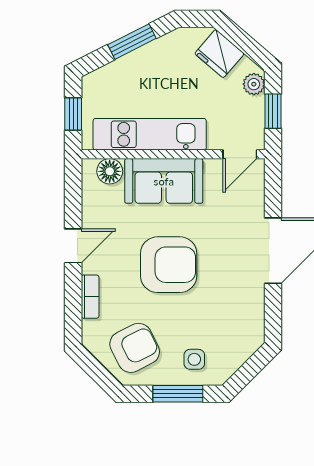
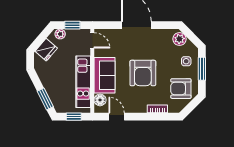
window: (132, 42) -> (45, 99), moved
door: (73, 246) -> (117, 117), moved
armchair: (169, 265) -> (143, 73), turned 180
plant: (243, 345) -> (180, 39), added
armchair: (135, 348) -> (181, 89), turned -63

